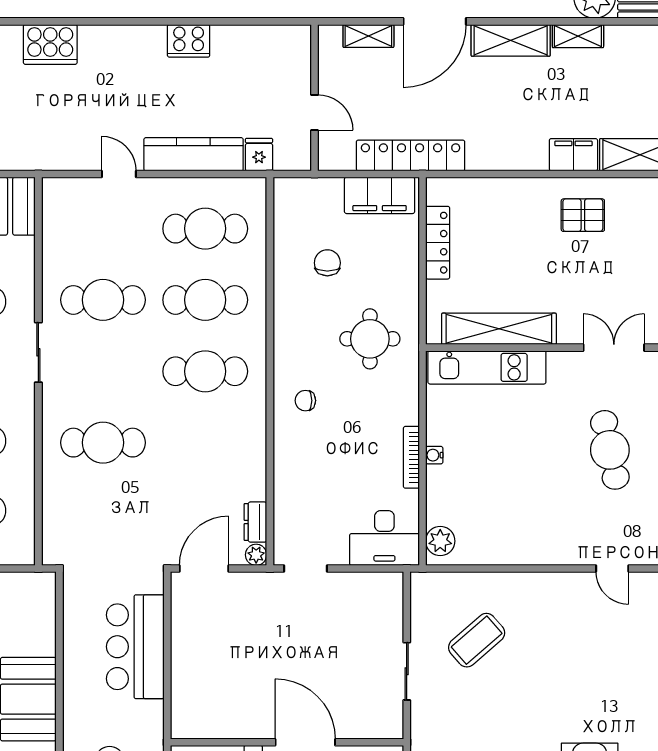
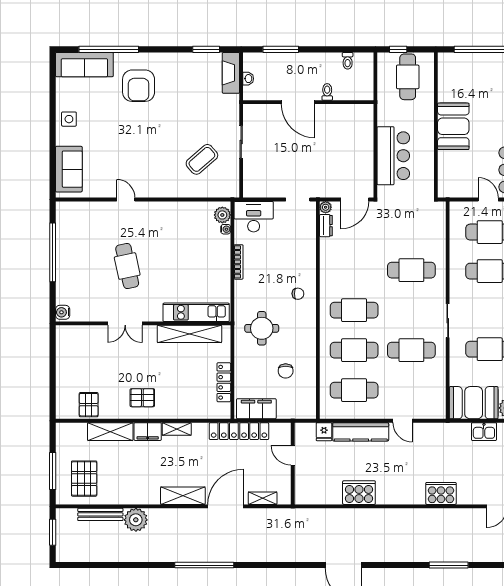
shelving: (578, 36) -> (177, 429), moved
cooker: (189, 41) -> (359, 493), width x1.37, depth x1.31
water cooler: (434, 455) -> (226, 229), moved

